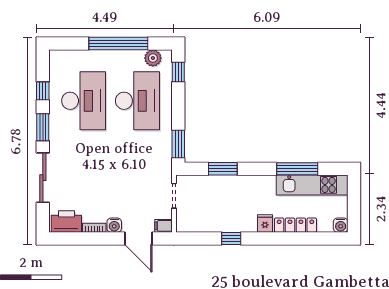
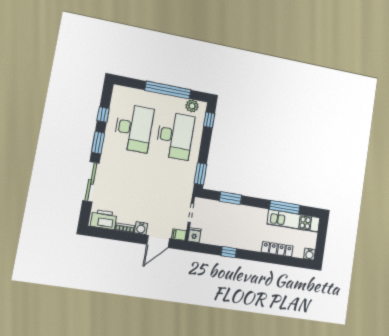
fridge: (265, 223) -> (194, 235), moved
door: (138, 238) -> (158, 241), hinge flipped

